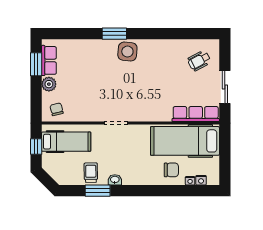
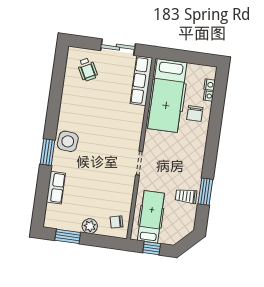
row of seats: (49, 60) -> (56, 188), moved, turned 90
chair: (171, 170) -> (195, 114), turned 180
washbasin: (115, 180) -> (197, 173), removed

